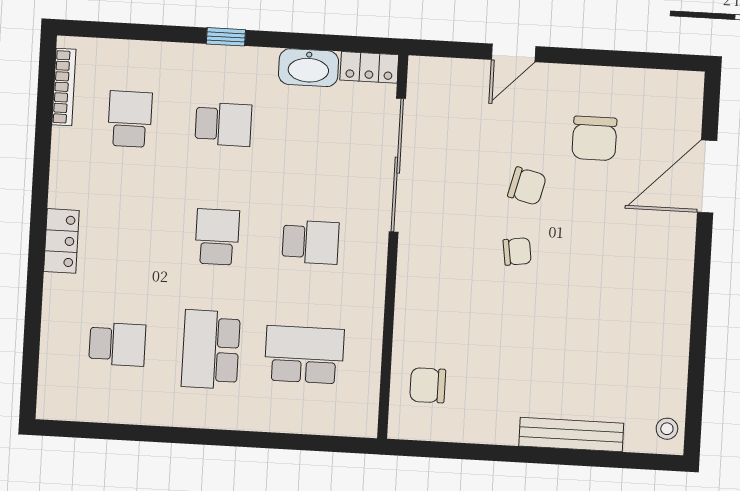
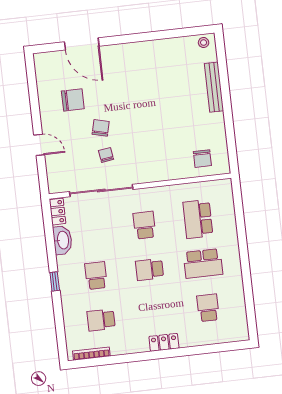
chair: (517, 251) -> (106, 155), moved

